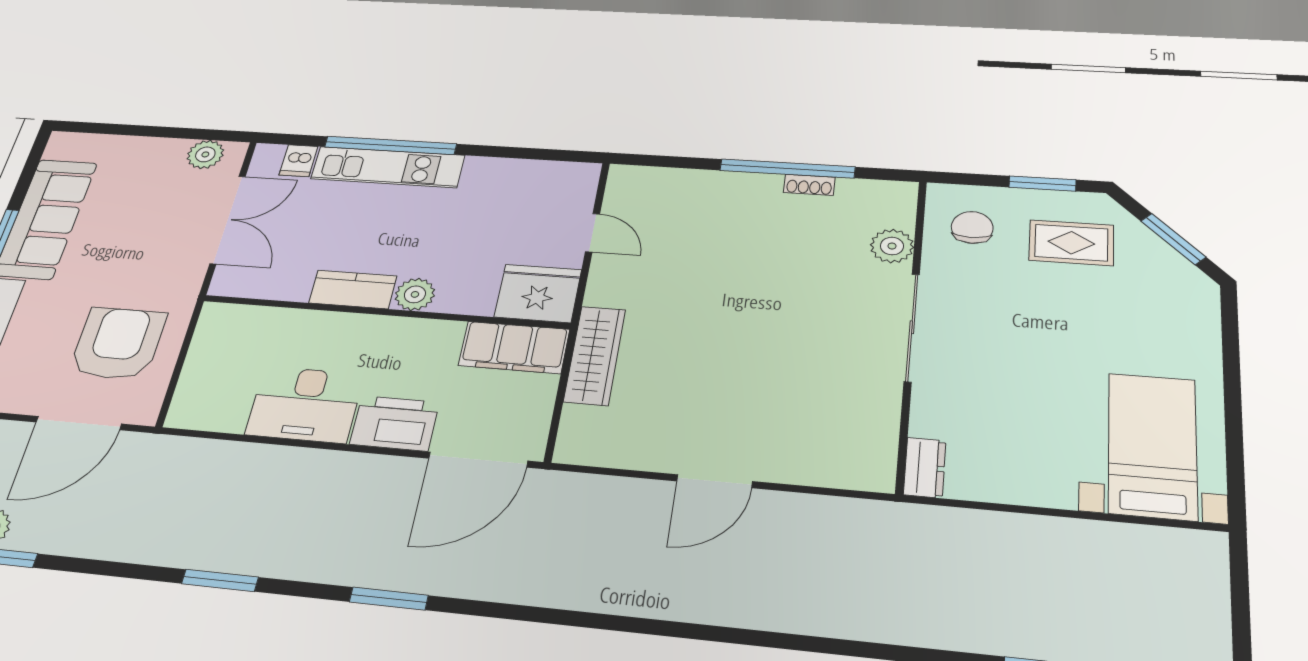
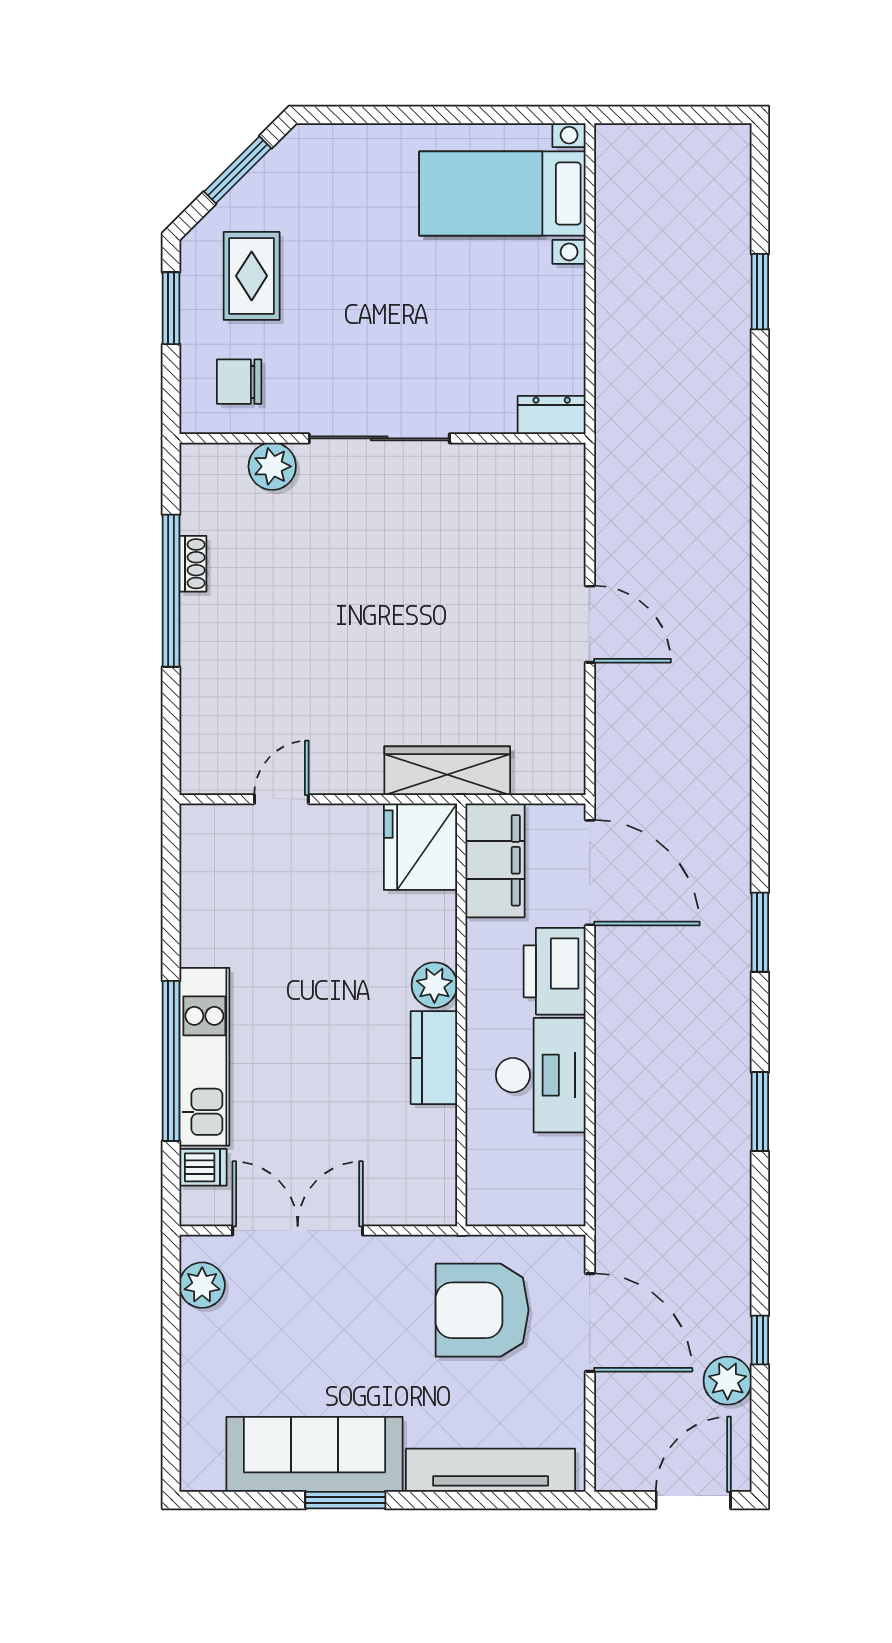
kitchen counter: (353, 289) -> (434, 1058), moved
fridge: (538, 293) -> (421, 847), moved
plant: (415, 294) -> (434, 985), moved
wall: (384, 312) -> (461, 1015), moved
filing cabinet: (514, 347) -> (495, 860), moved

